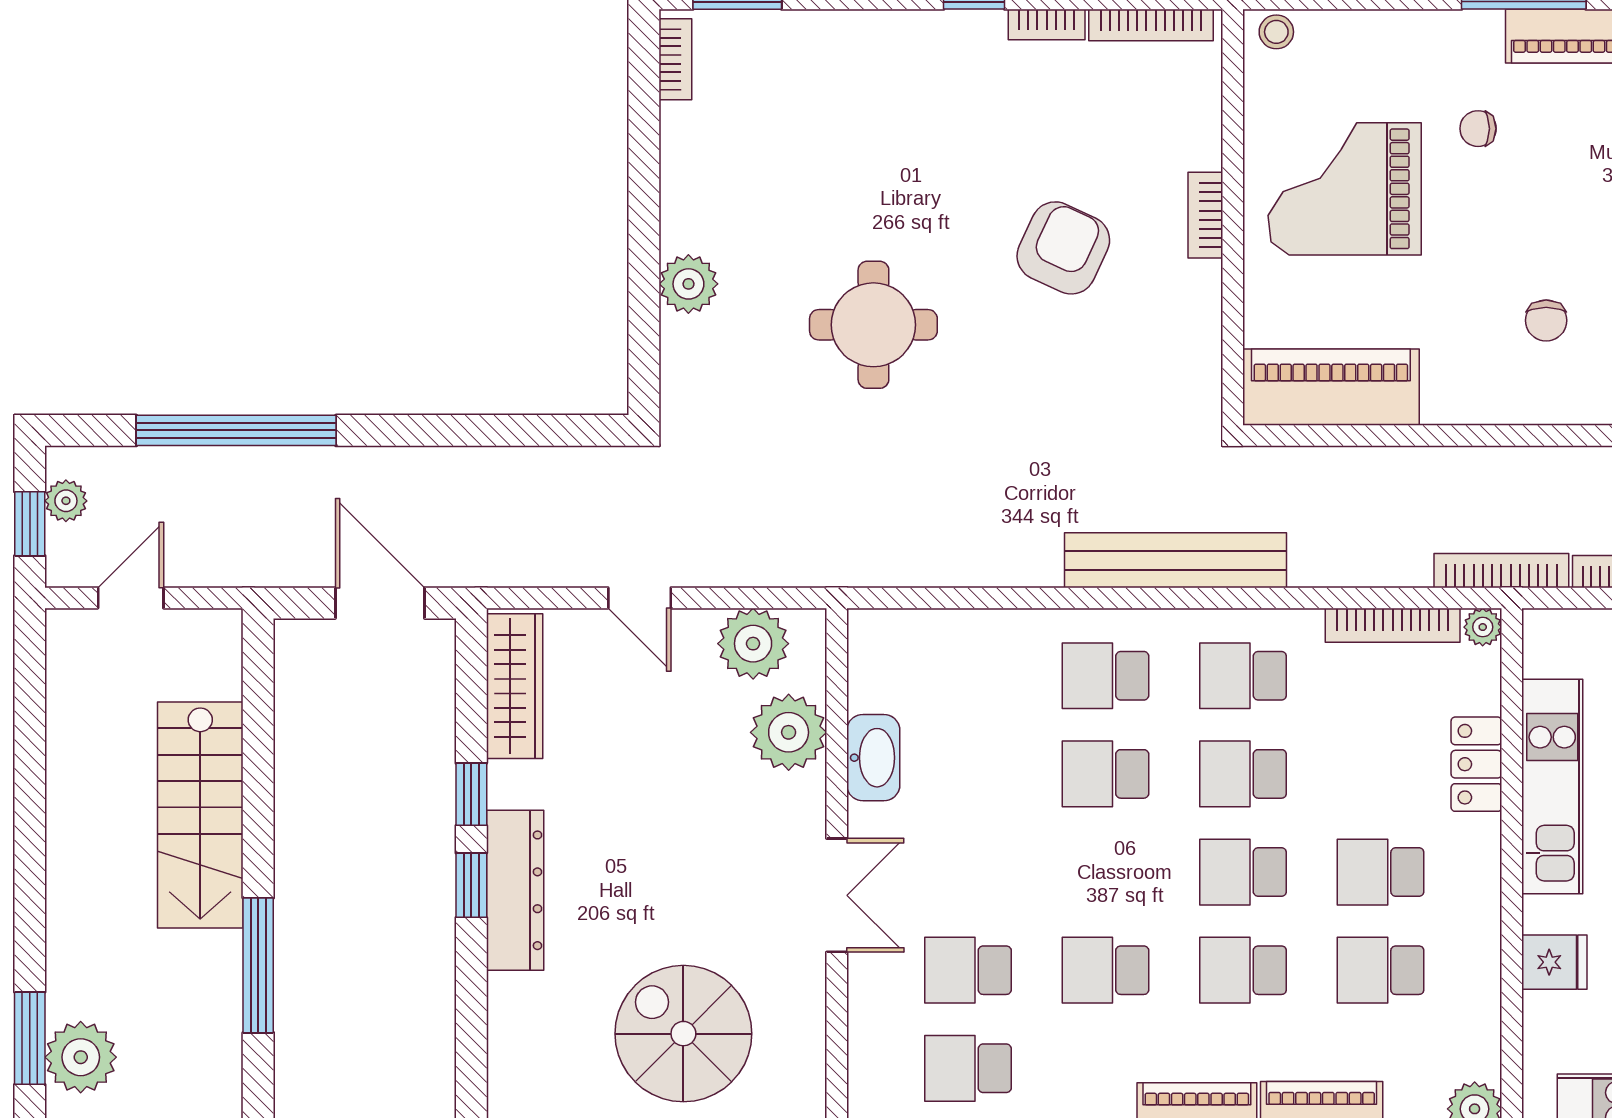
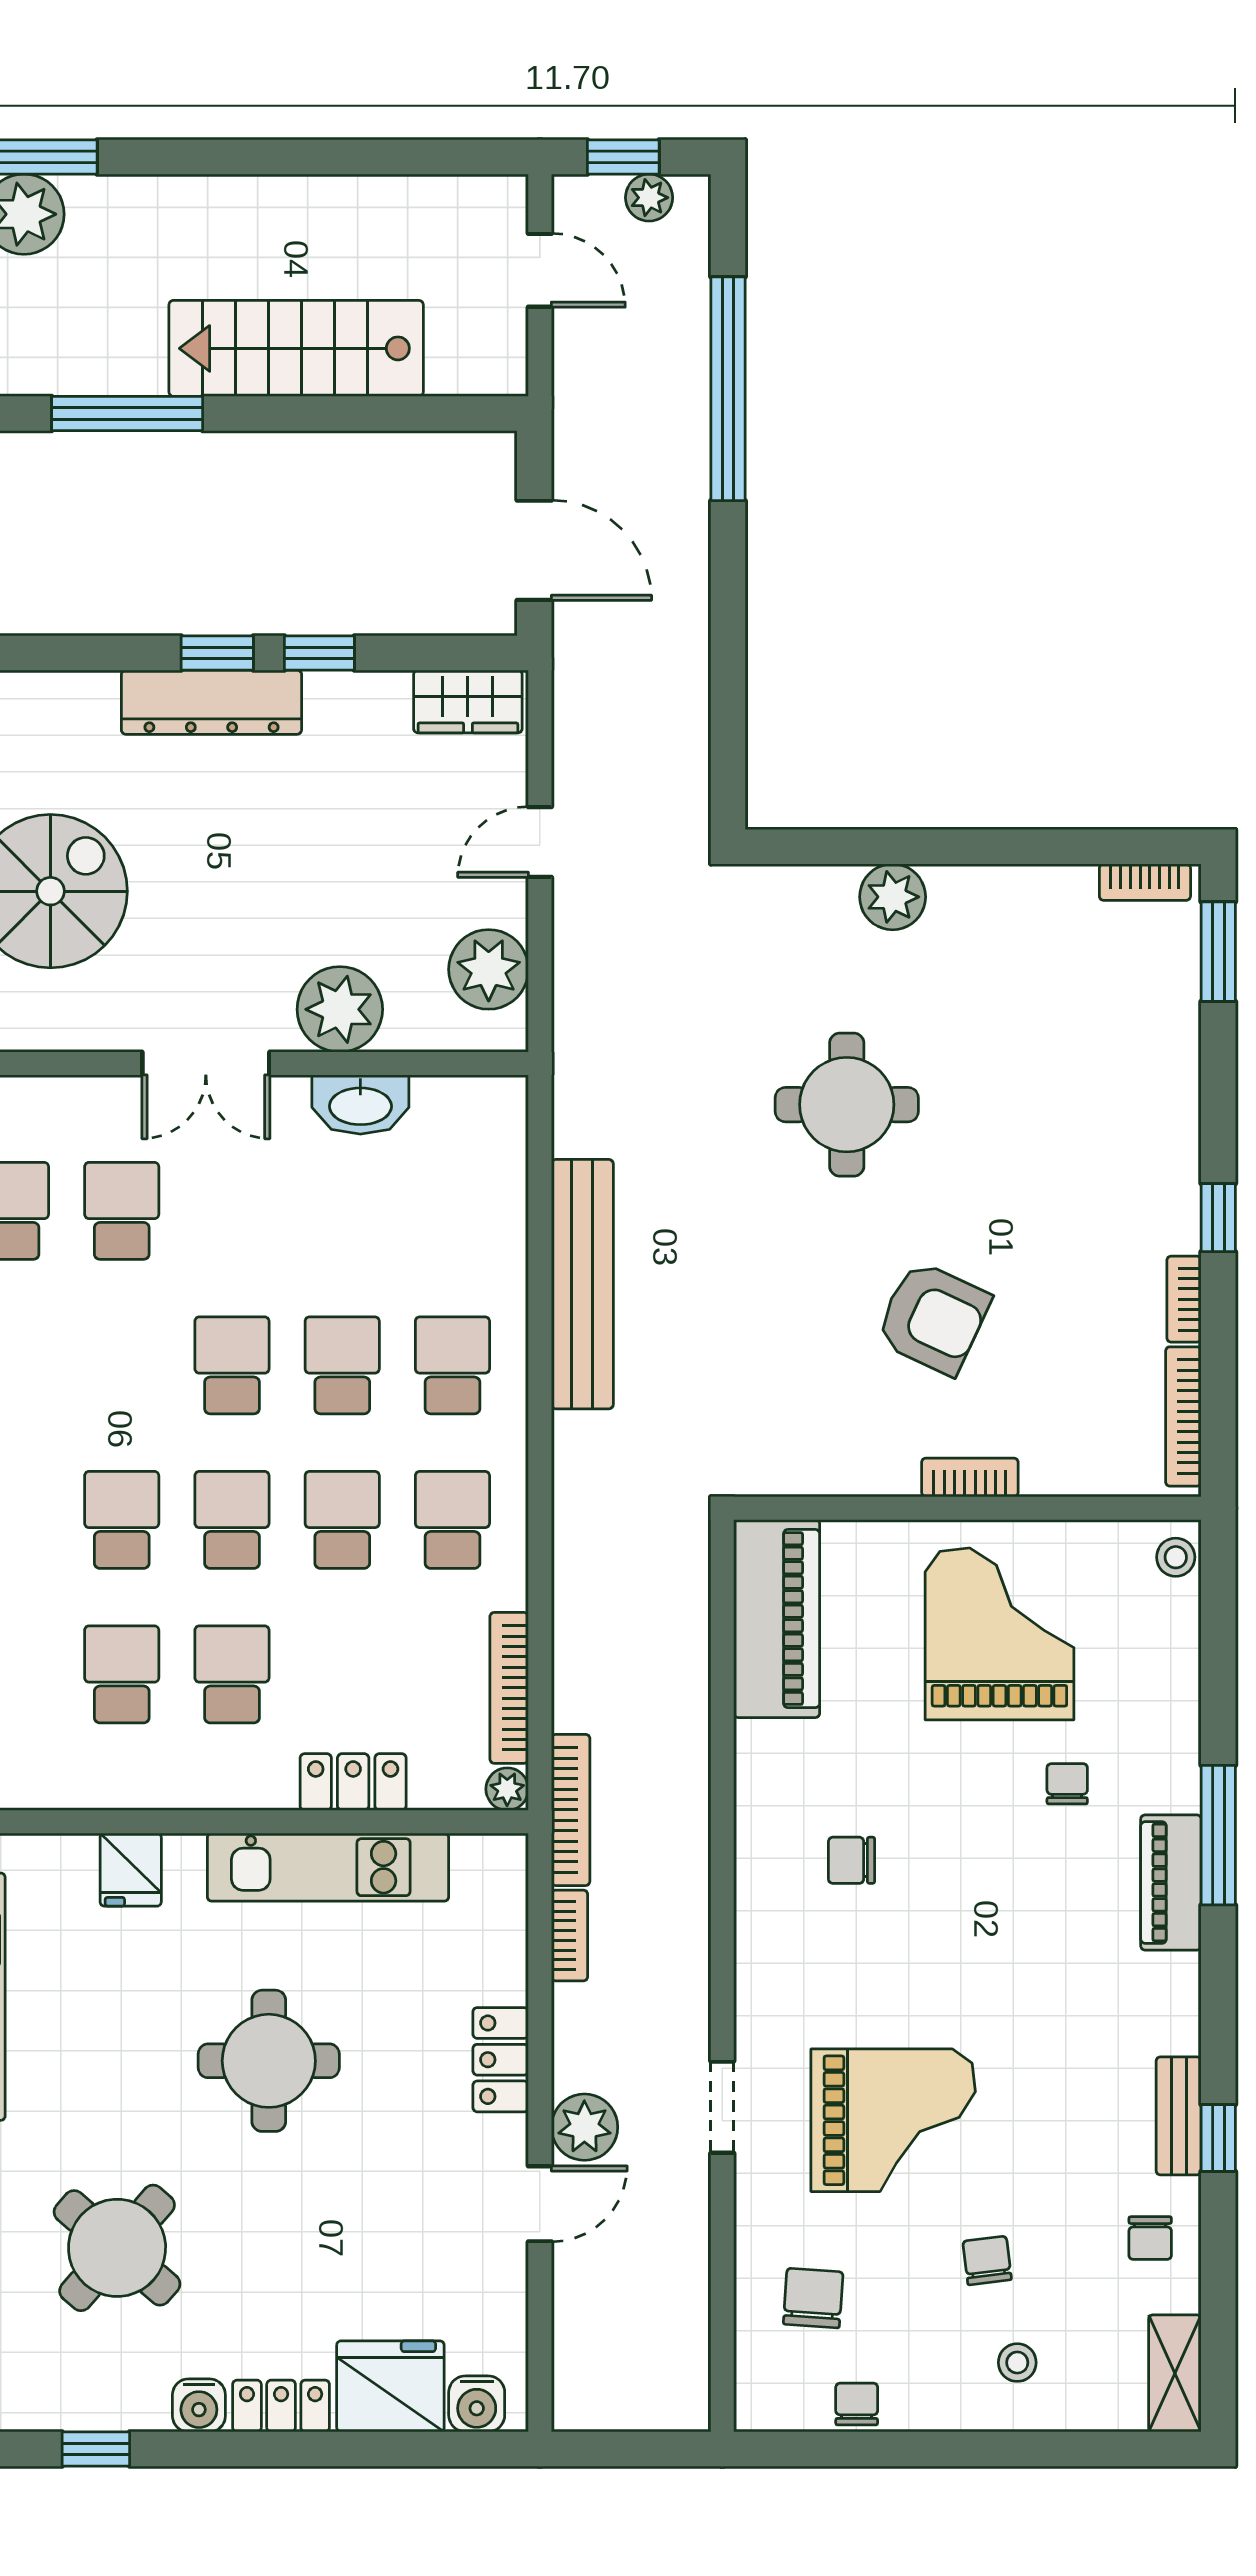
bench: (1176, 560) -> (582, 1284), moved
door: (380, 603) -> (534, 550), hinge flipped
wardrobe: (515, 686) -> (468, 701), width x0.67
plant: (789, 732) -> (340, 1009), moved
school desk: (1106, 970) -> (232, 1365), moved

